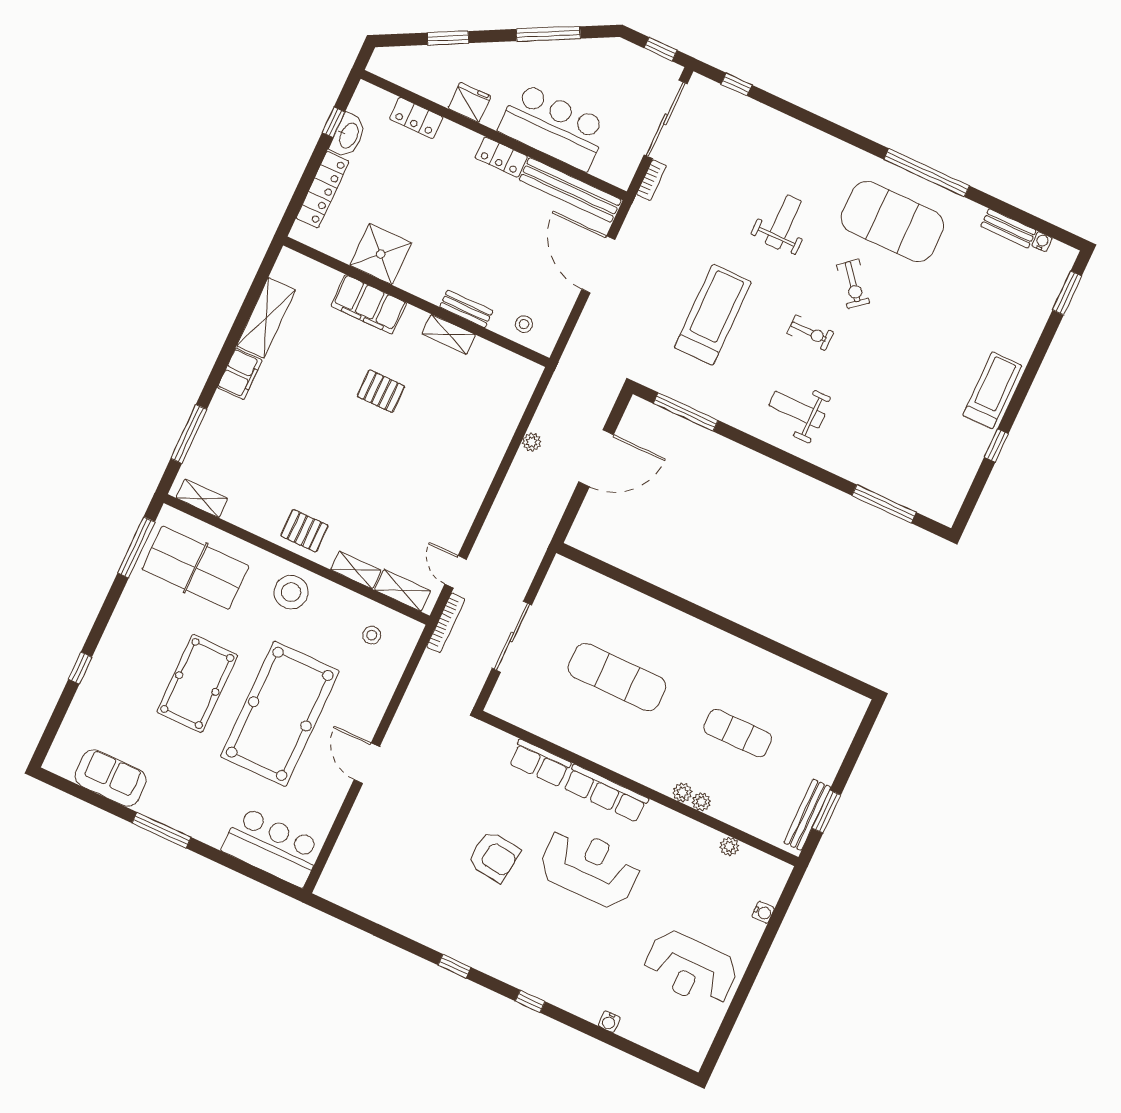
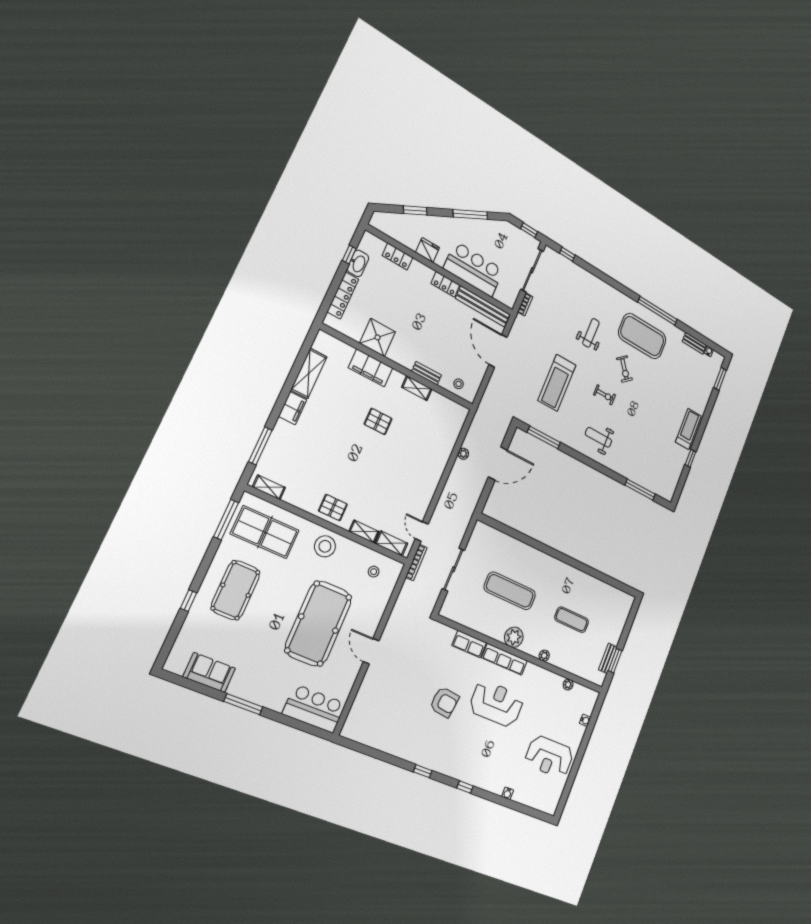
treadmill: (713, 315) -> (557, 383), turned 180
pool table: (197, 683) -> (236, 590), moved
plant: (701, 802) -> (514, 637), moved, width x1.87, depth x1.87
bench: (807, 815) -> (608, 658), width x0.73

